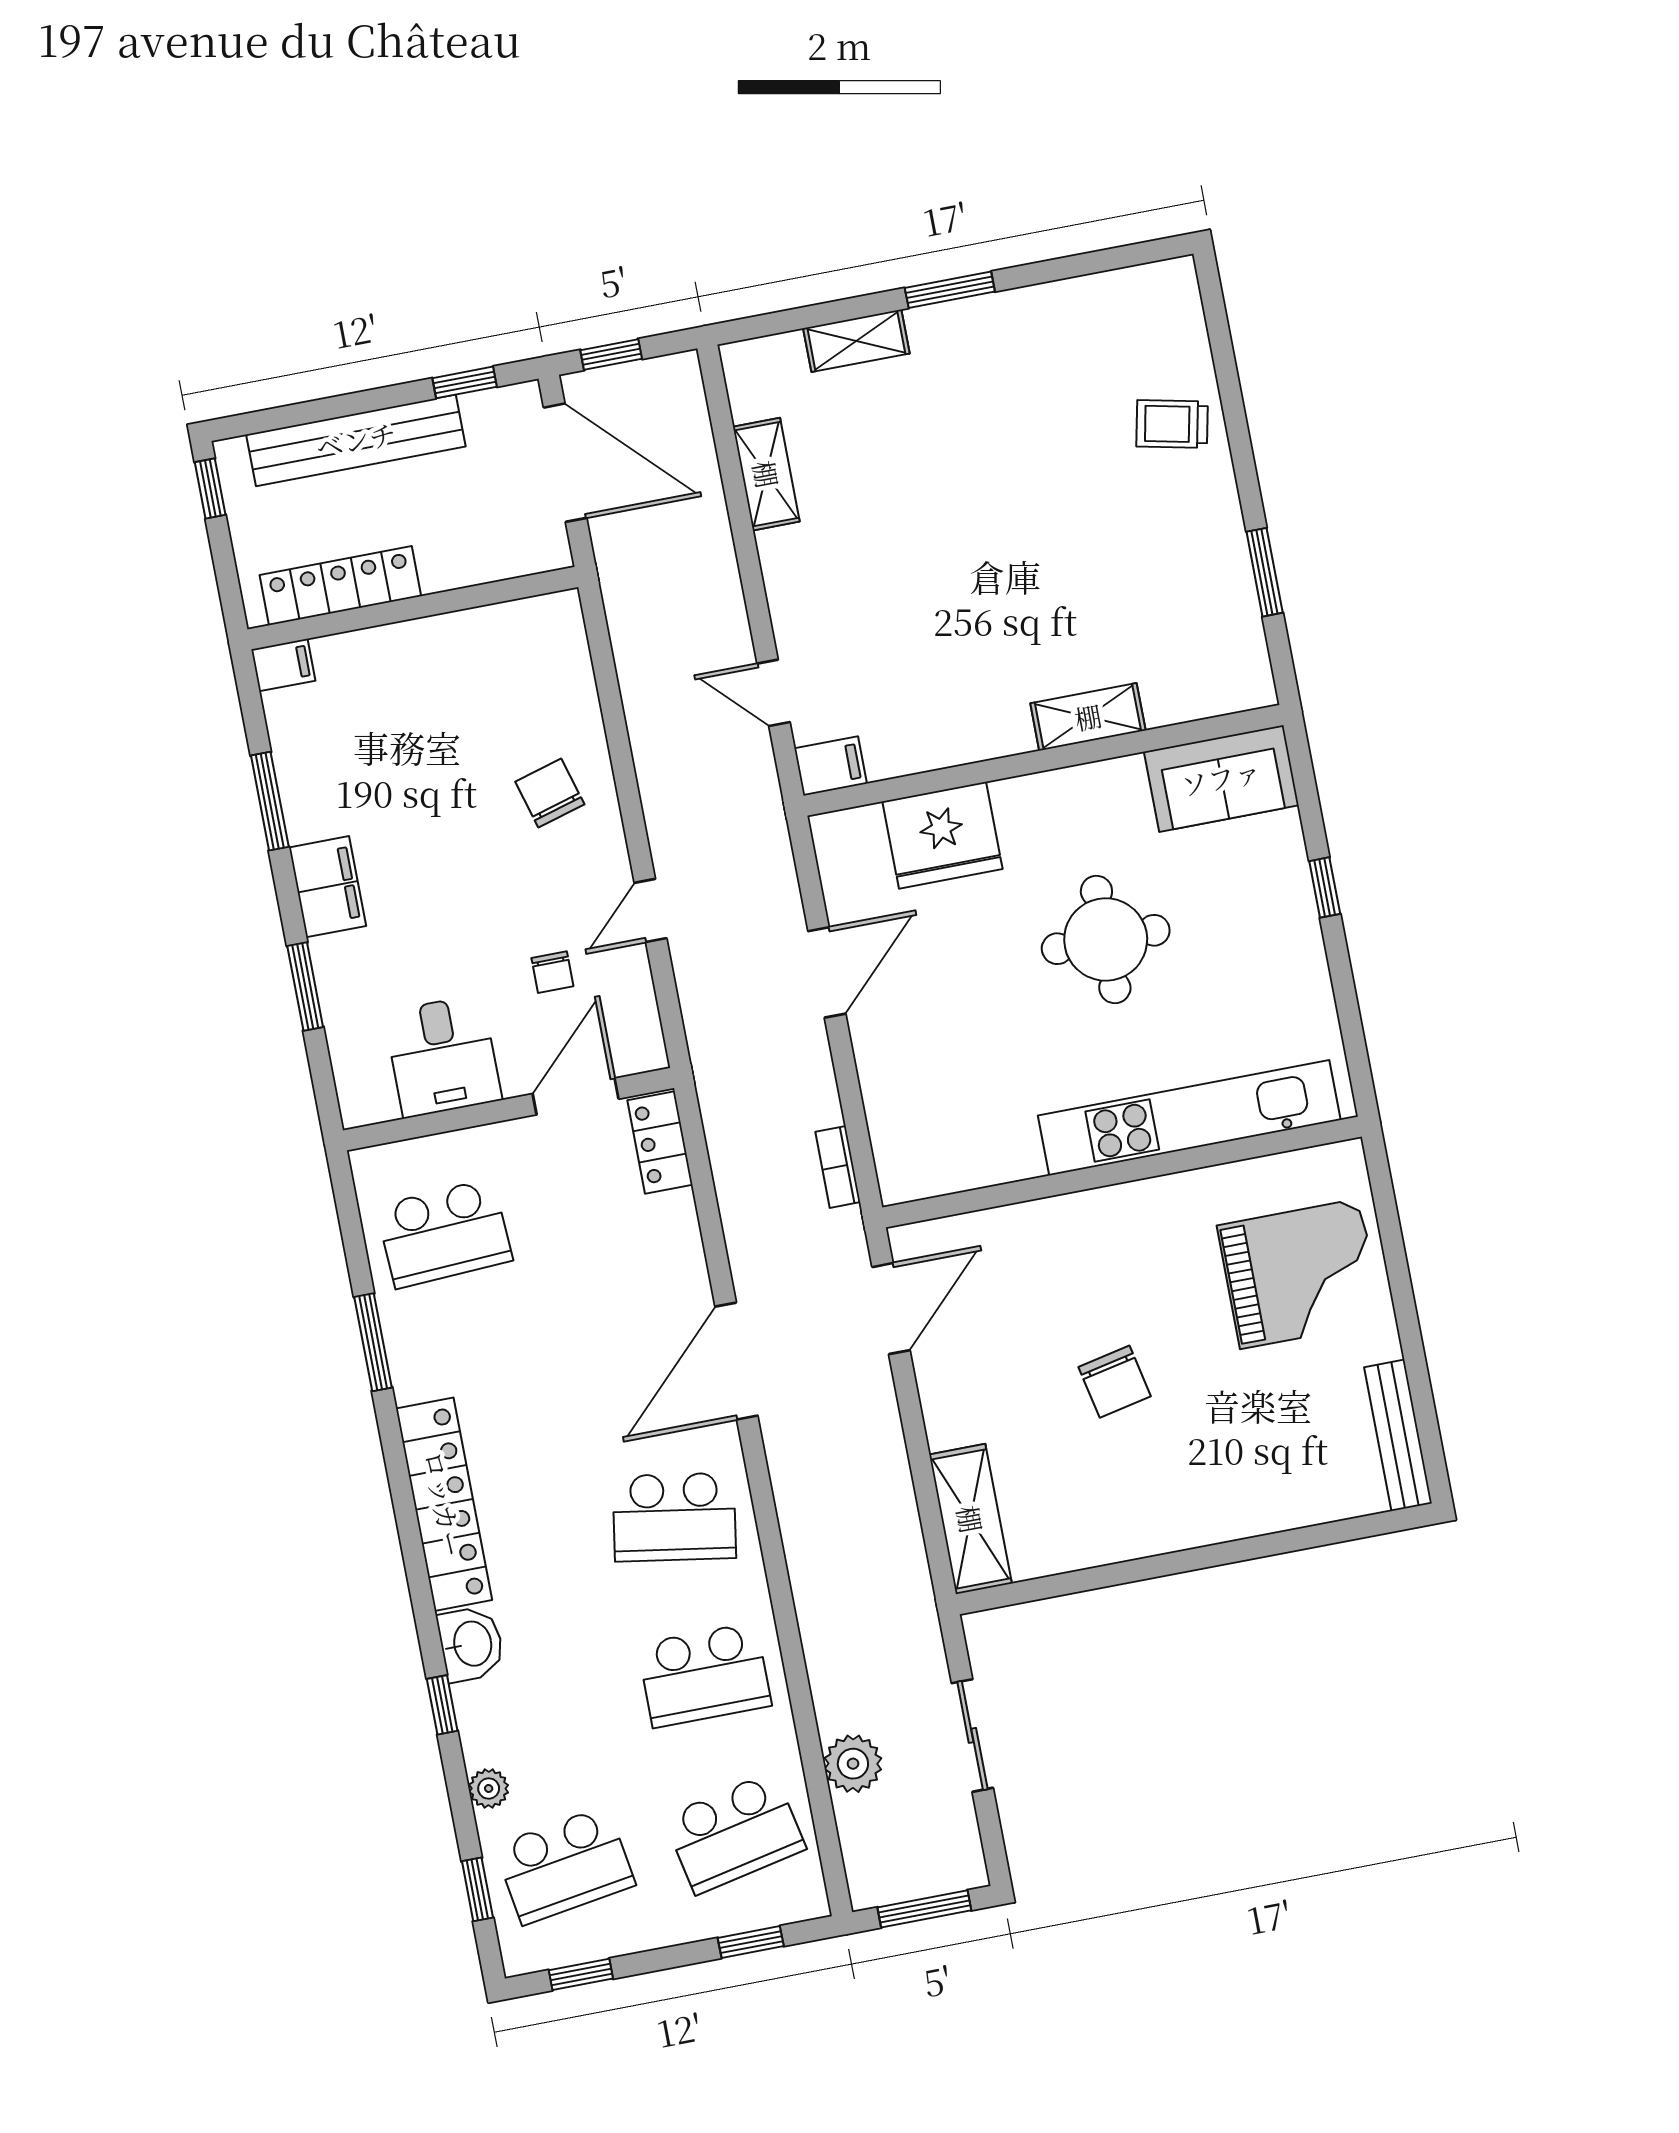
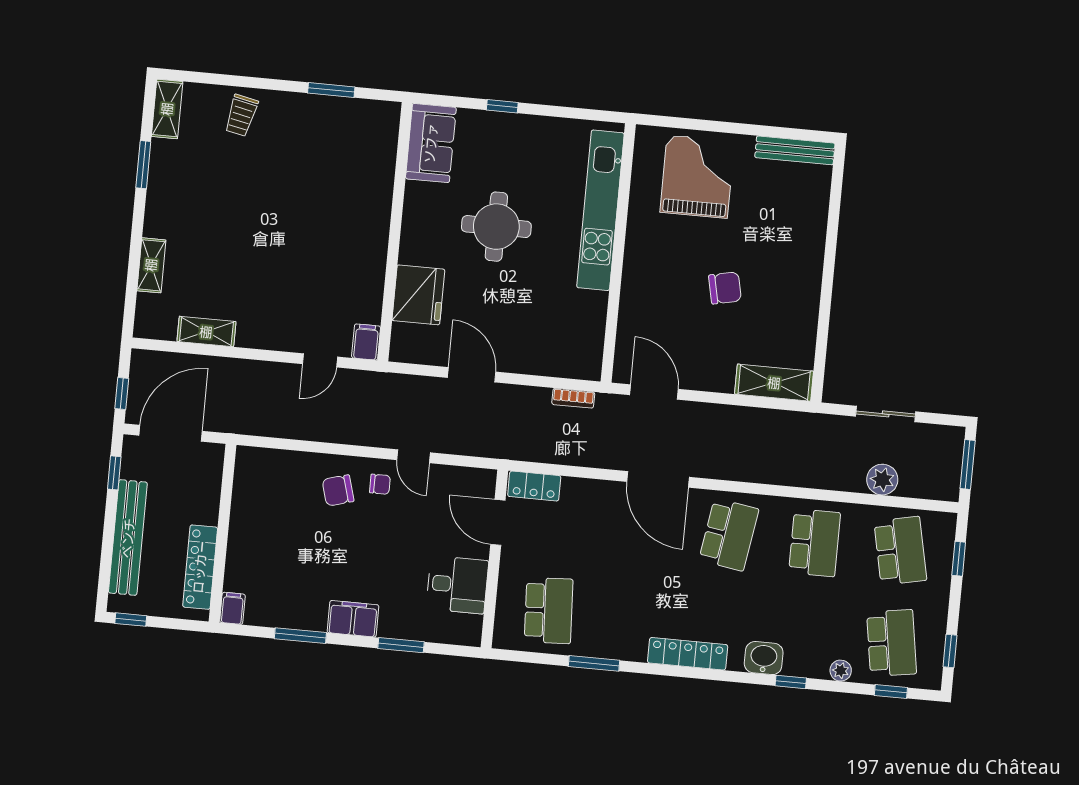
window: (950, 290) -> (143, 165), moved
shelving: (1088, 717) -> (167, 109), moved
chair: (552, 972) -> (380, 484), moved
locker: (444, 1504) -> (688, 654), width x0.71, depth x0.83

